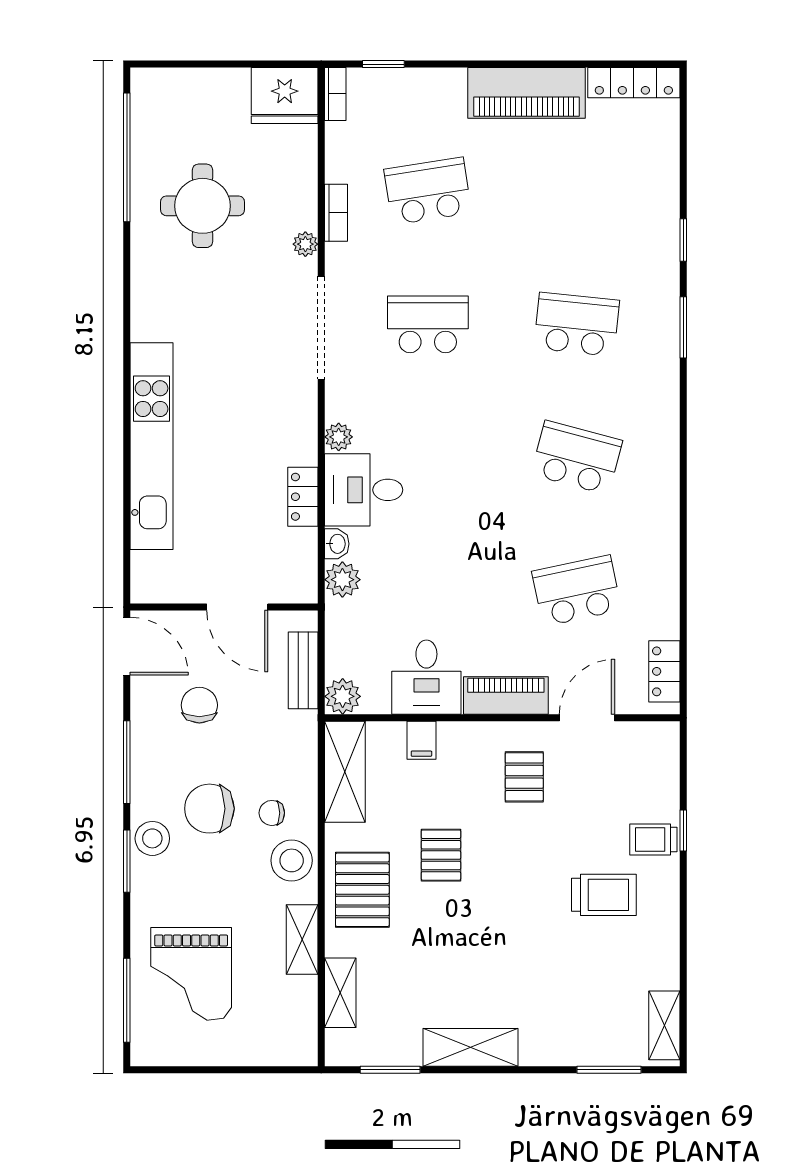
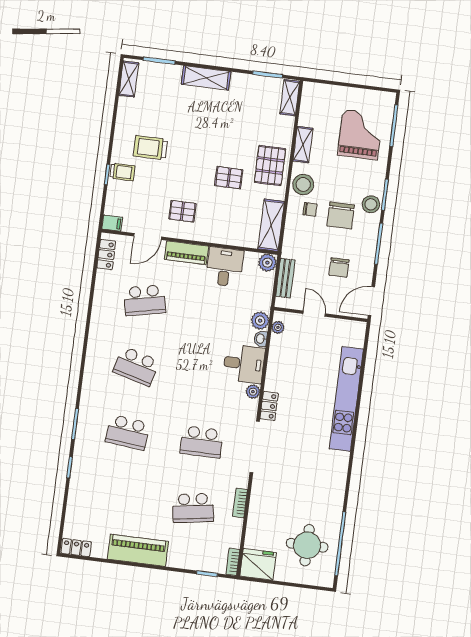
locker: (634, 83) -> (76, 548), width x0.66
round table: (202, 206) -> (307, 545), moved
plant: (305, 244) -> (278, 327), moved
locker: (303, 497) -> (269, 406), moved
door: (237, 607) -> (314, 314), width x0.73
door: (127, 646) -> (371, 301), hinge flipped
filing cabinet: (421, 740) -> (112, 223), moved, turned 90
pallet: (524, 777) -> (182, 211), turned 90
chair: (209, 809) -> (341, 215), turned 90
pallet: (441, 855) -> (229, 178), turned 90
shelving: (340, 993) -> (290, 98), moved
shelving: (470, 1047) -> (206, 78), moved

